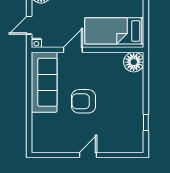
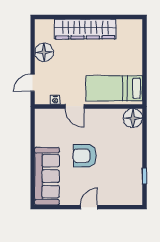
nightstand: (36, 43) -> (55, 100), moved
door: (73, 50) -> (75, 106), swing flipped
sofa: (44, 82) -> (47, 176), moved

